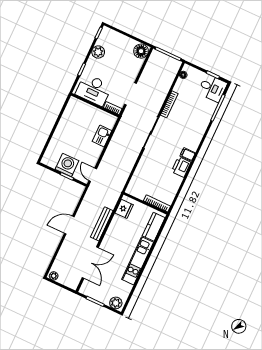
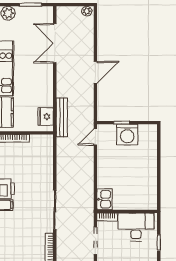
kitchen sink: (102, 136) -> (105, 199), moved
door: (93, 175) -> (95, 137), swing flipped
bench: (102, 224) -> (62, 117), moved

